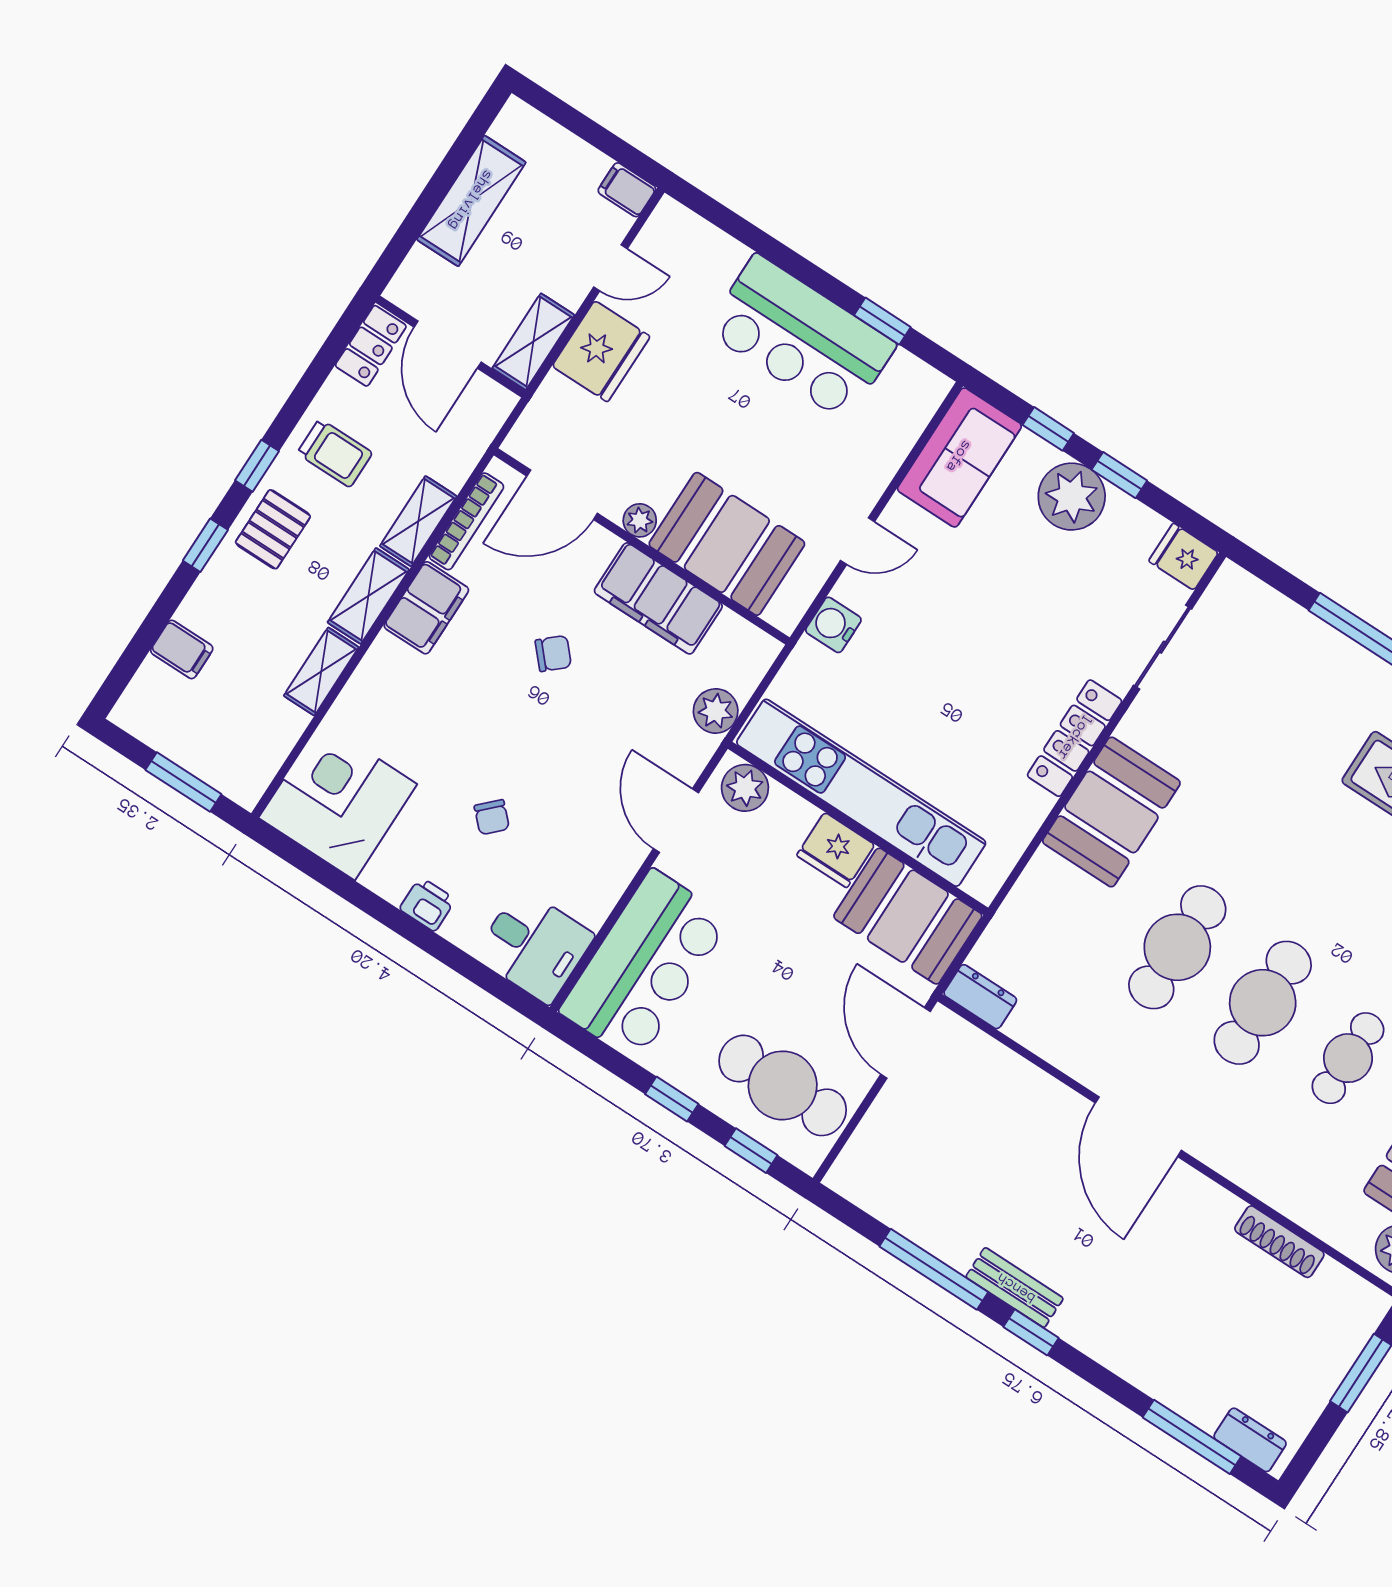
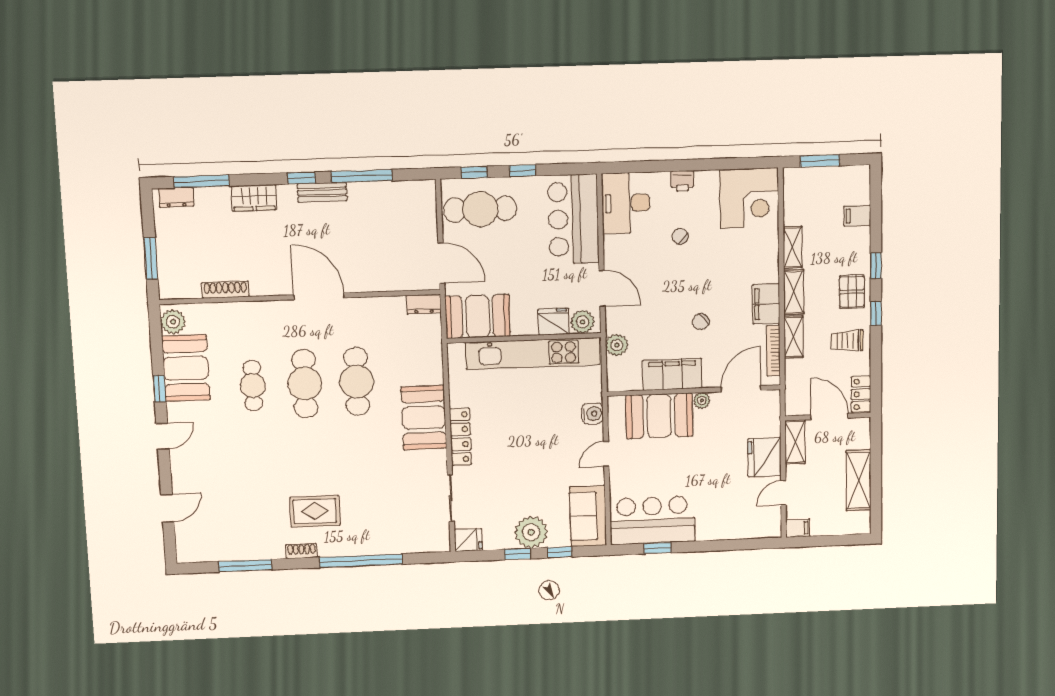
bar counter: (801, 338) -> (652, 520), moved
fridge: (836, 850) -> (554, 322), moved
desk: (534, 946) -> (626, 203), width x1.37
wardrobe: (1128, 1354) -> (254, 198), added

